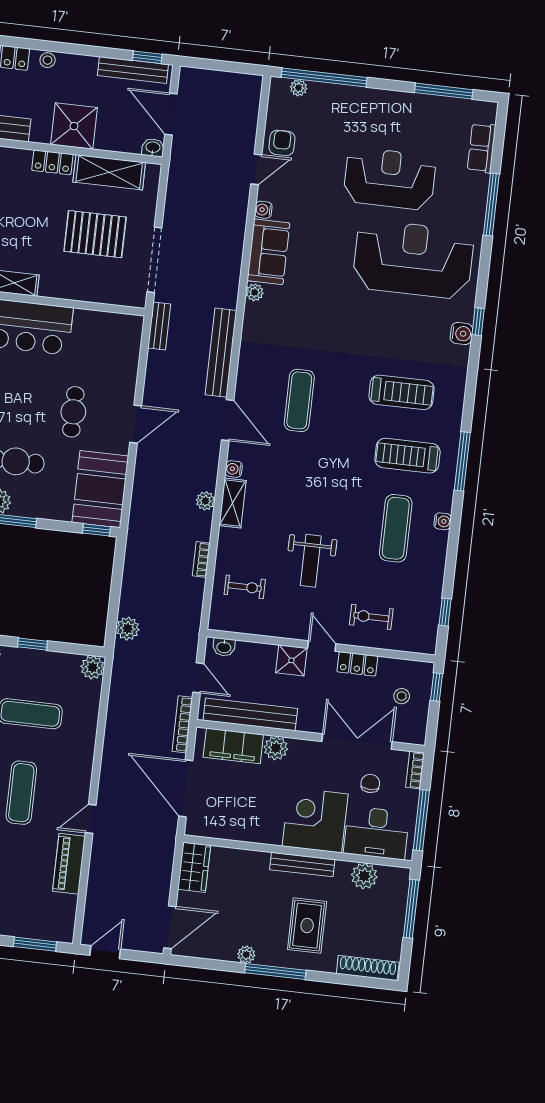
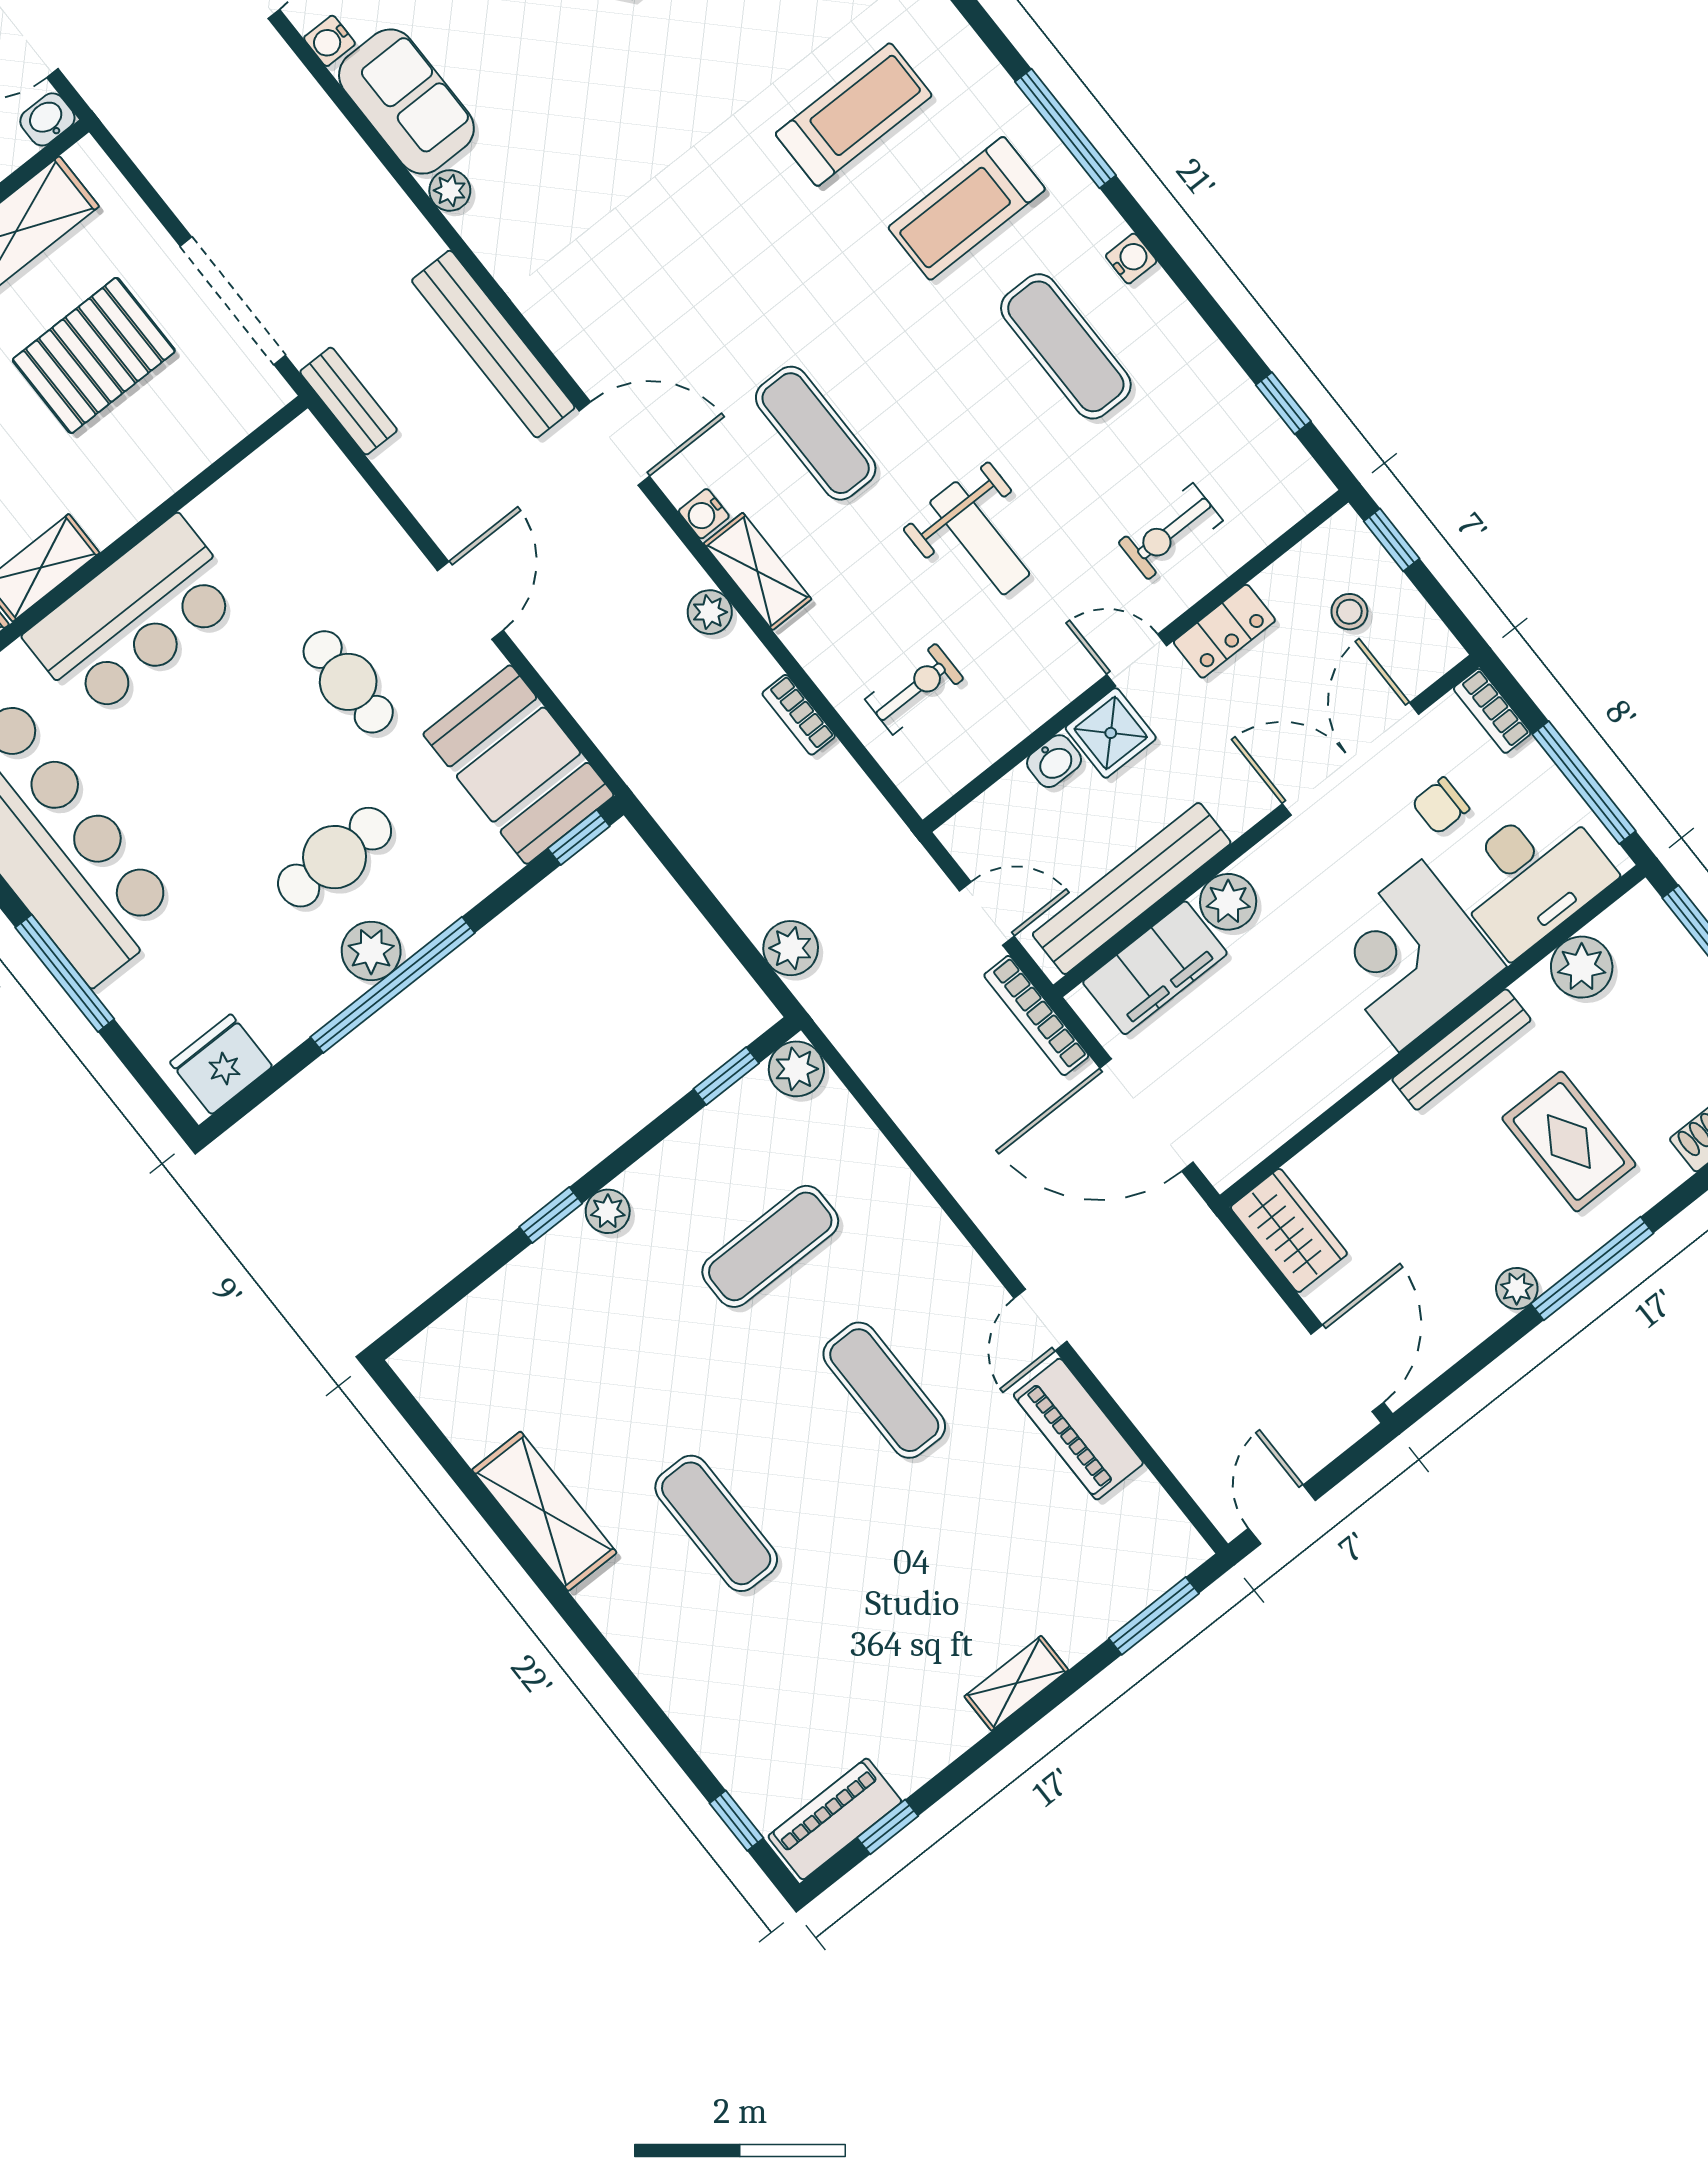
exercise mat: (299, 400) -> (816, 433), moved
window: (33, 644) -> (726, 1076), moved
washbasin: (224, 647) -> (1054, 761), moved
chair: (370, 783) -> (1441, 806), turned -90

